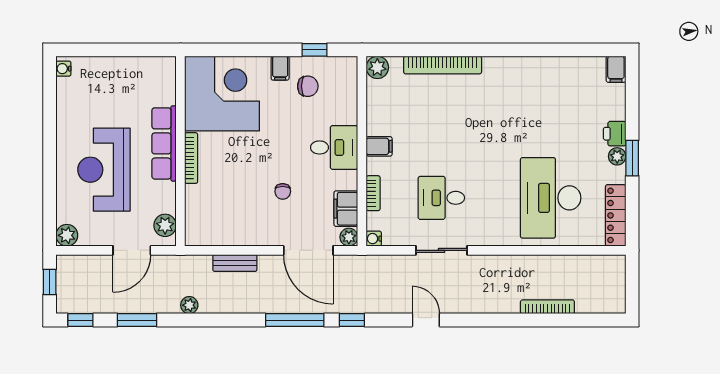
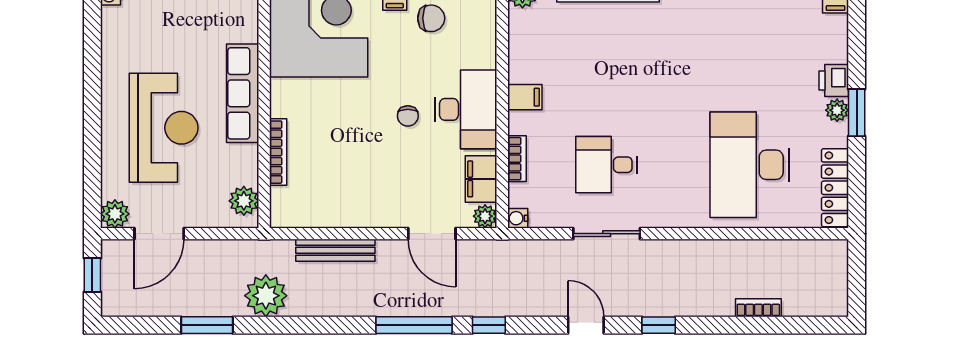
desk: (334, 147) -> (466, 109), width x1.37
bookcase: (191, 158) -> (278, 152), moved
reception desk: (104, 170) -> (164, 128), turned 180
chair: (283, 191) -> (408, 116), moved
door: (132, 250) -> (159, 234), moved
door: (308, 250) -> (432, 234), width x0.73
bench: (235, 263) -> (335, 250), width x1.36
plant: (189, 305) -> (266, 296), width x1.88, depth x1.88
bookcase: (547, 307) -> (758, 308), width x0.64
window: (80, 320) -> (659, 325), moved

